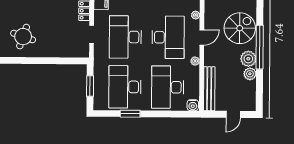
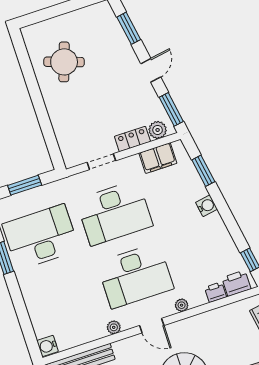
desk: (125, 37) -> (114, 213), turned 180
desk: (168, 87) -> (62, 300), removed

